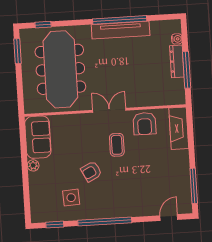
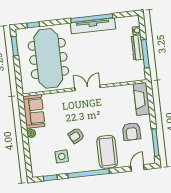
armchair: (144, 124) -> (132, 132), moved
coffee table: (117, 145) -> (107, 152), moved, width x1.86, depth x1.72

